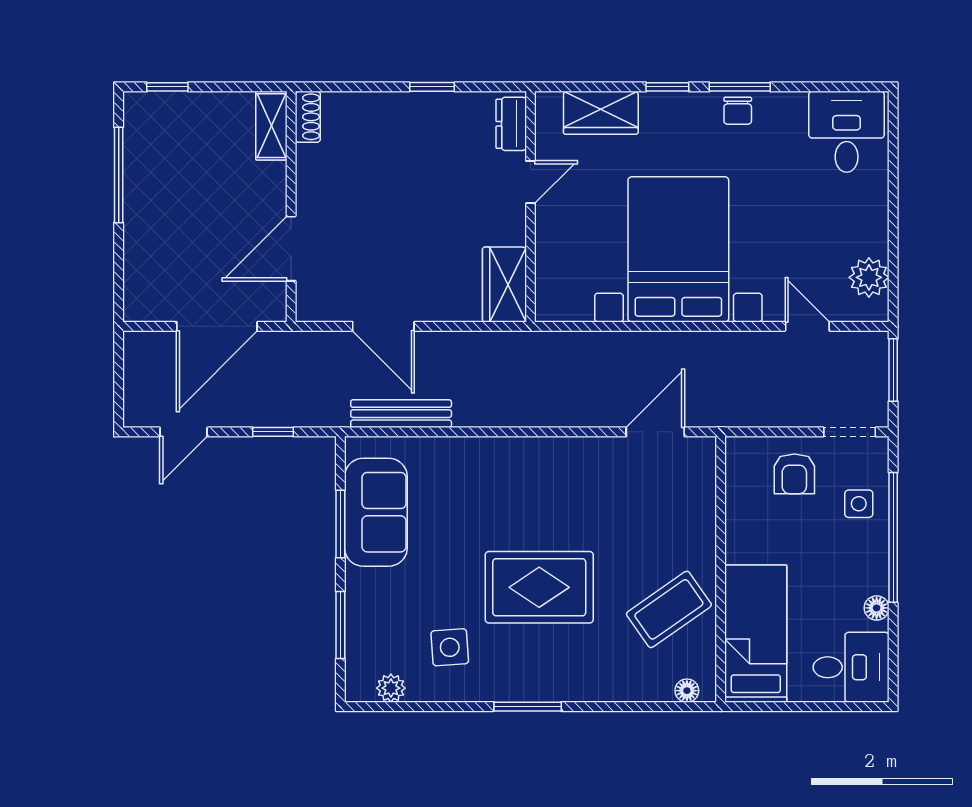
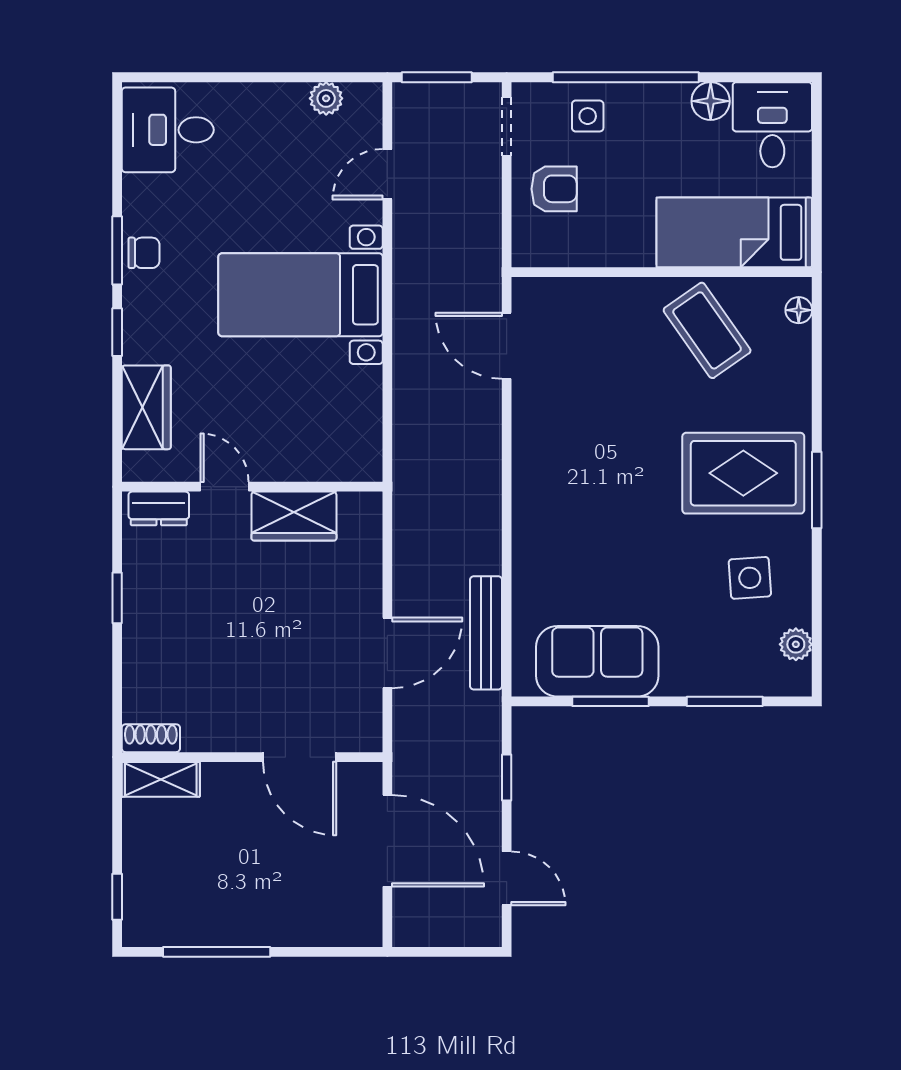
bed with nightstands: (678, 249) -> (301, 295), width x0.73
plant: (869, 277) -> (326, 98), width x0.73, depth x0.73
wardrobe: (504, 285) -> (294, 516), moved
rug: (539, 587) -> (743, 473), moved, turned 90
floor lamp: (877, 608) -> (711, 101), width x1.37, depth x1.37

